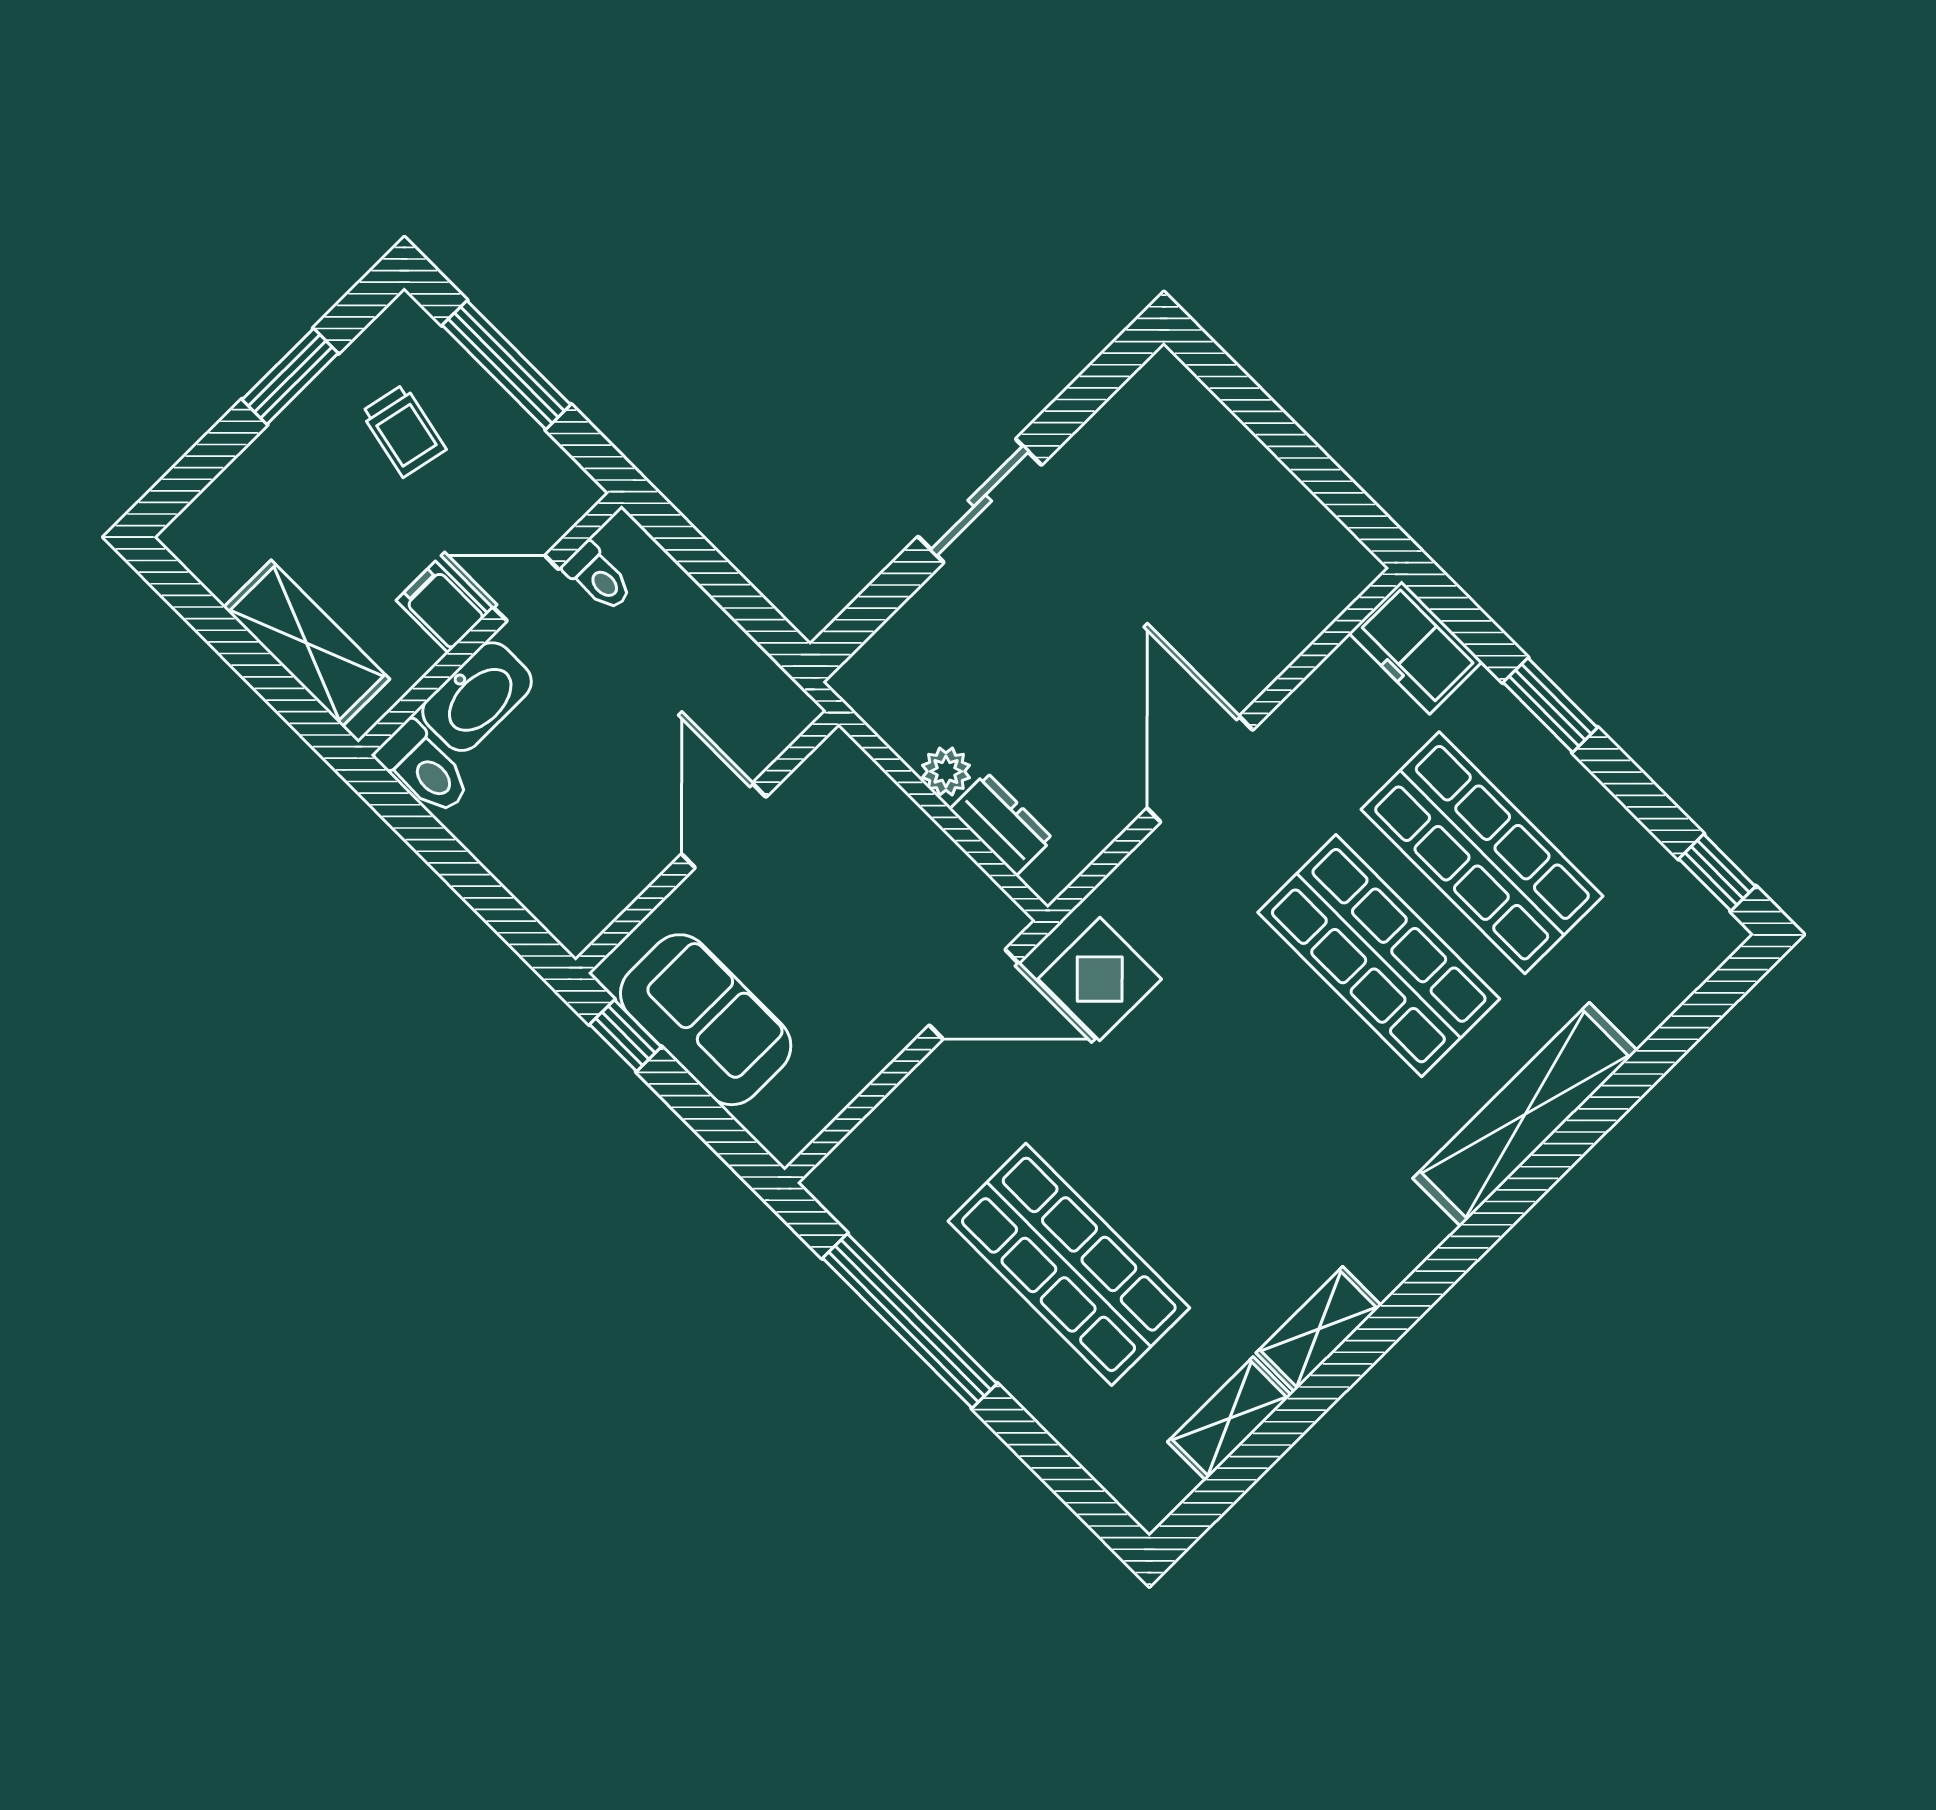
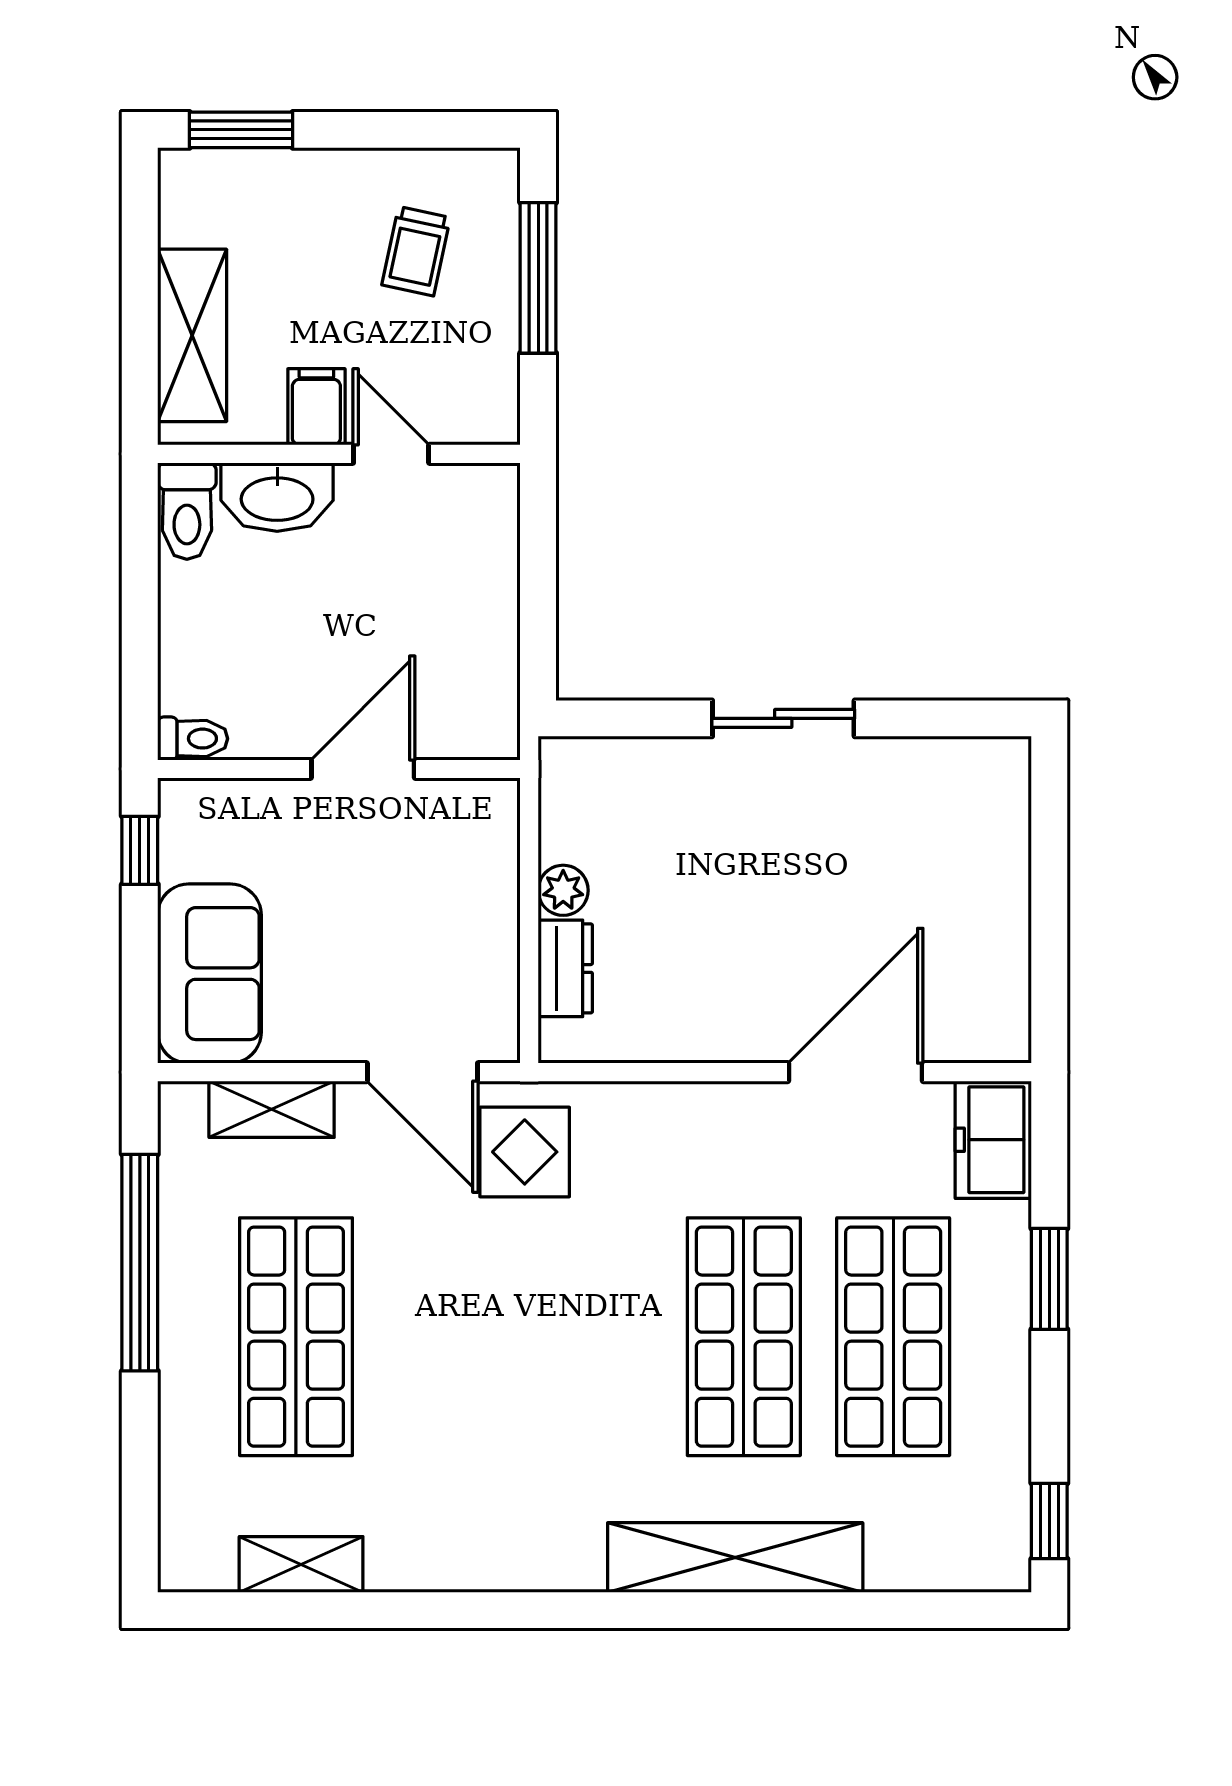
window: (290, 376) -> (241, 130), moved
toilet: (598, 577) -> (193, 739), moved, turned -90
door: (1200, 769) -> (856, 1072), moved
sofa: (706, 1020) -> (209, 974), moved
shelving: (1319, 1329) -> (272, 1109), moved

